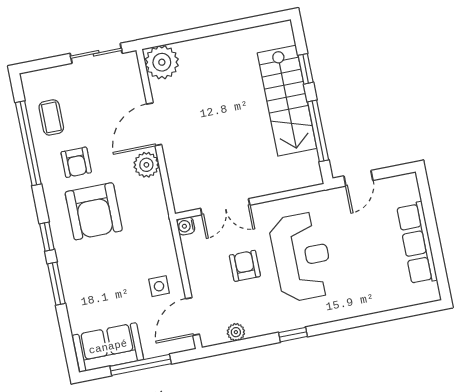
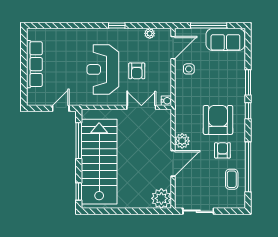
window: (306, 69) -> (79, 192), moved
stairs: (287, 101) -> (99, 162), width x1.36, depth x1.51

